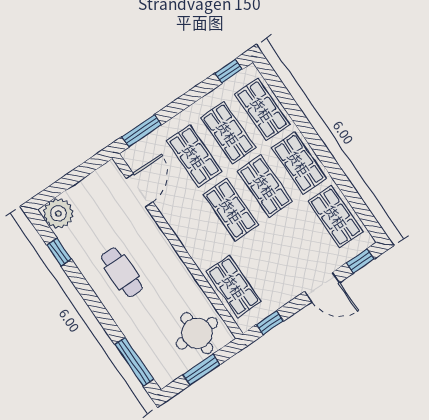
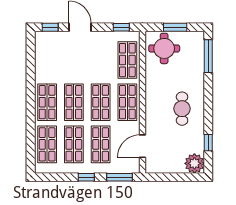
window: (229, 71) -> (86, 177), moved
shop shelf: (336, 217) -> (127, 102), moved

